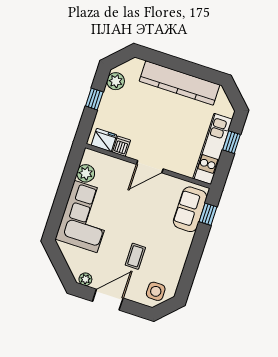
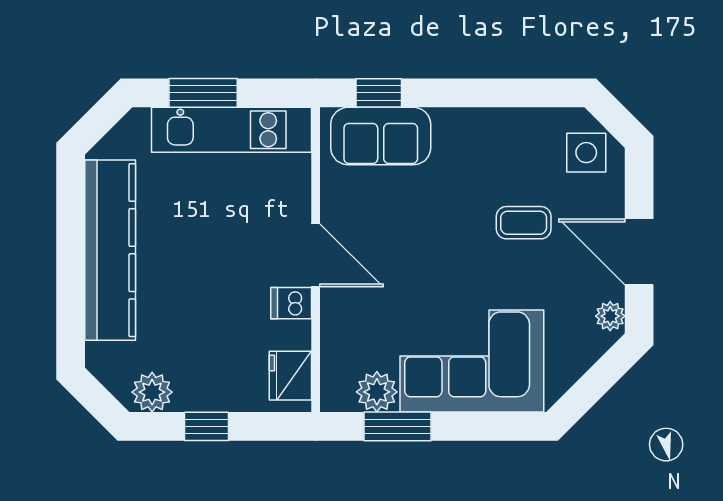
window: (232, 142) -> (203, 93), width x1.50
dishwasher: (121, 146) -> (291, 303), moved
window: (69, 177) -> (397, 426), added

